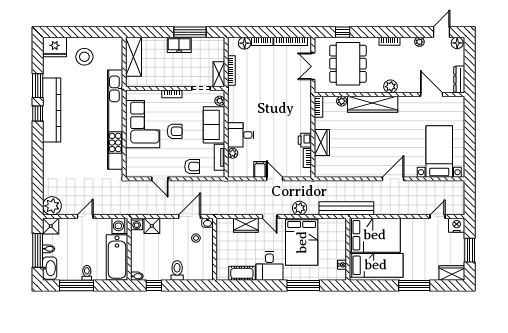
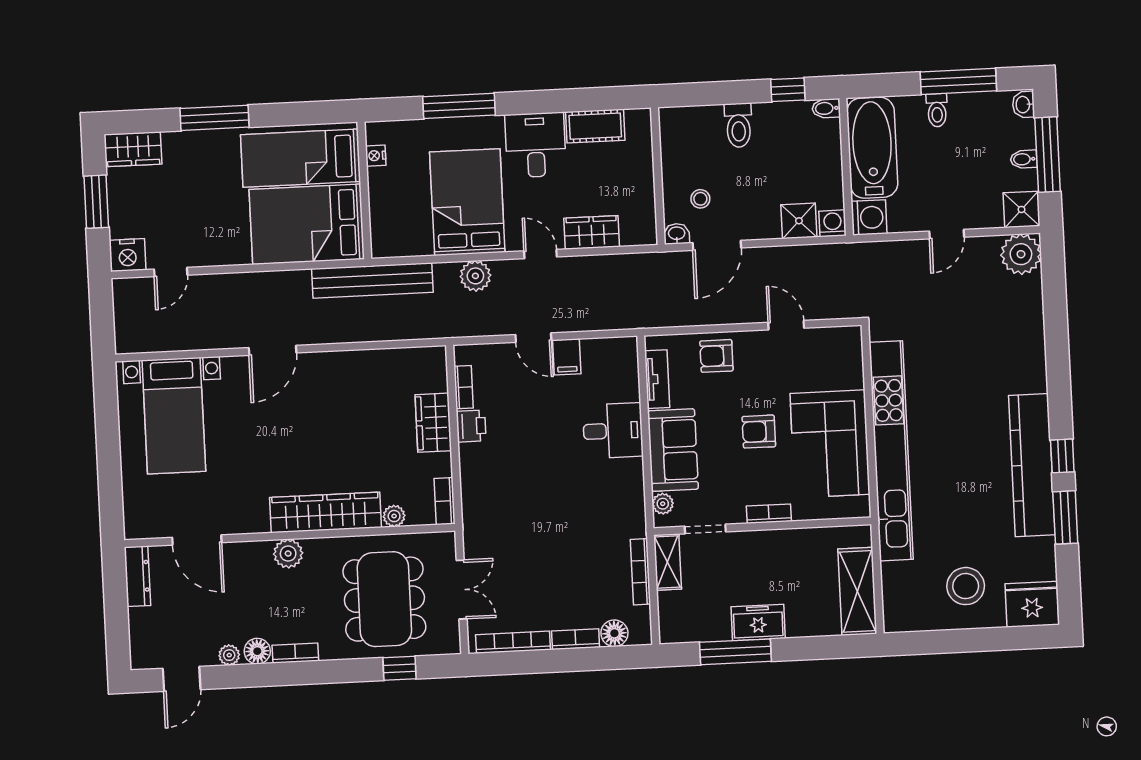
floor lamp: (457, 43) -> (257, 651), moved
plant: (233, 153) -> (629, 390), removed
washbasin: (50, 268) -> (1023, 105), width x0.52, depth x0.69

